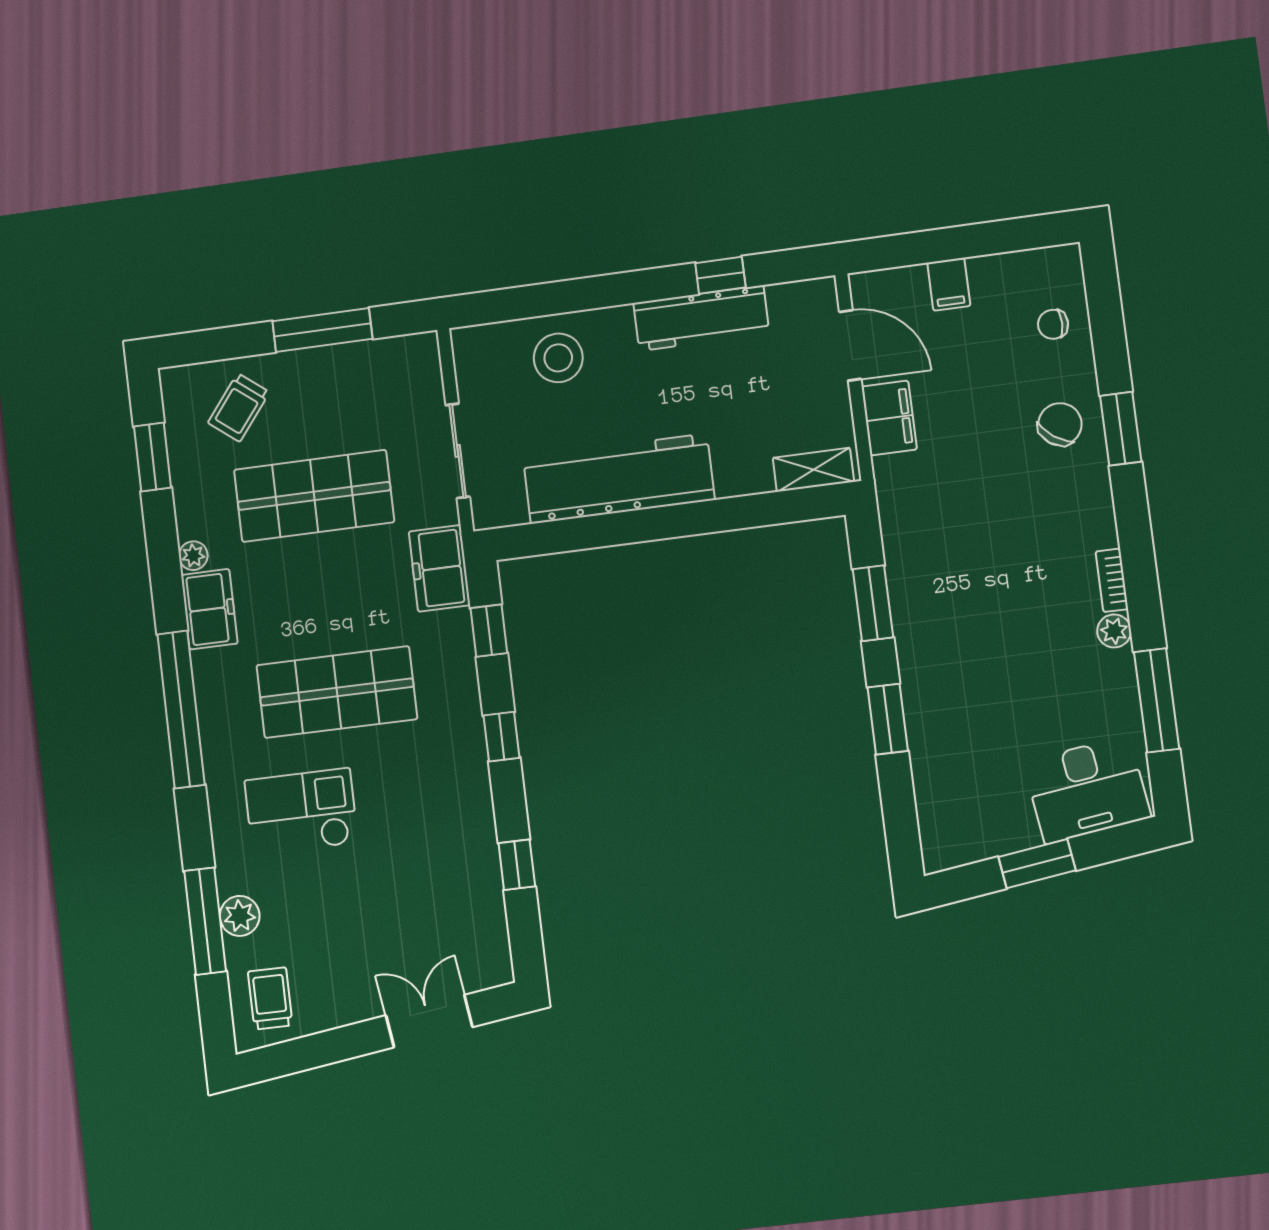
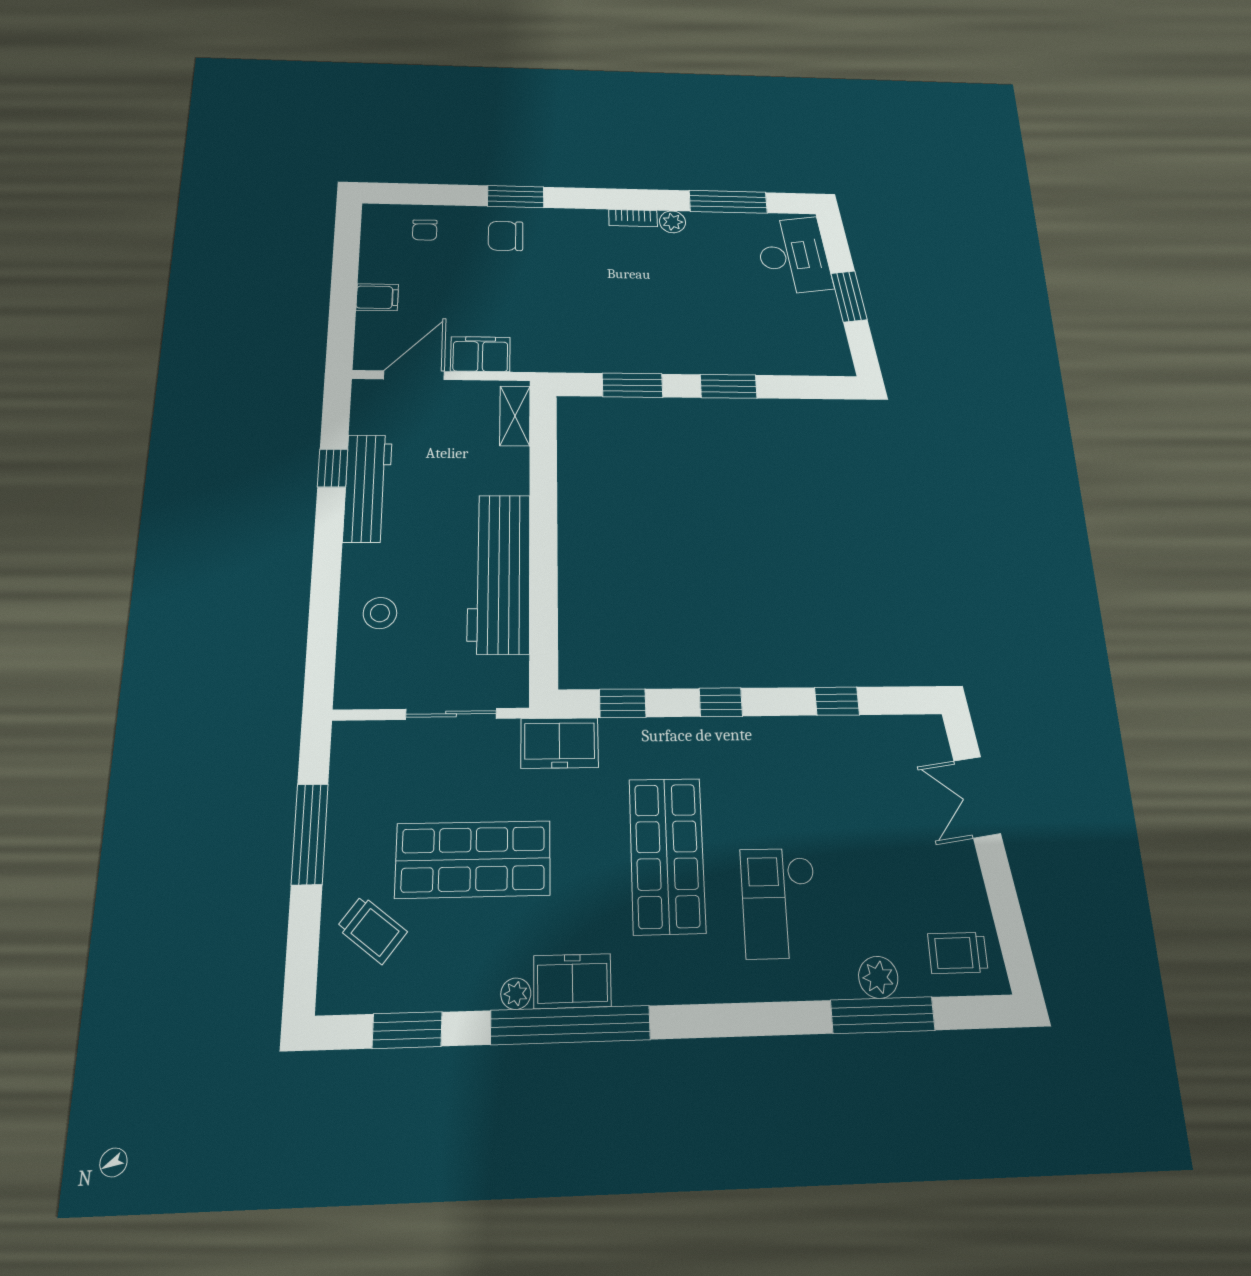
stool: (558, 358) -> (380, 613), width x0.73, depth x0.73
chair: (1060, 424) -> (506, 236), turned -36
shop shelf: (314, 496) -> (473, 859), turned 90
window: (181, 709) -> (571, 1025), moved

